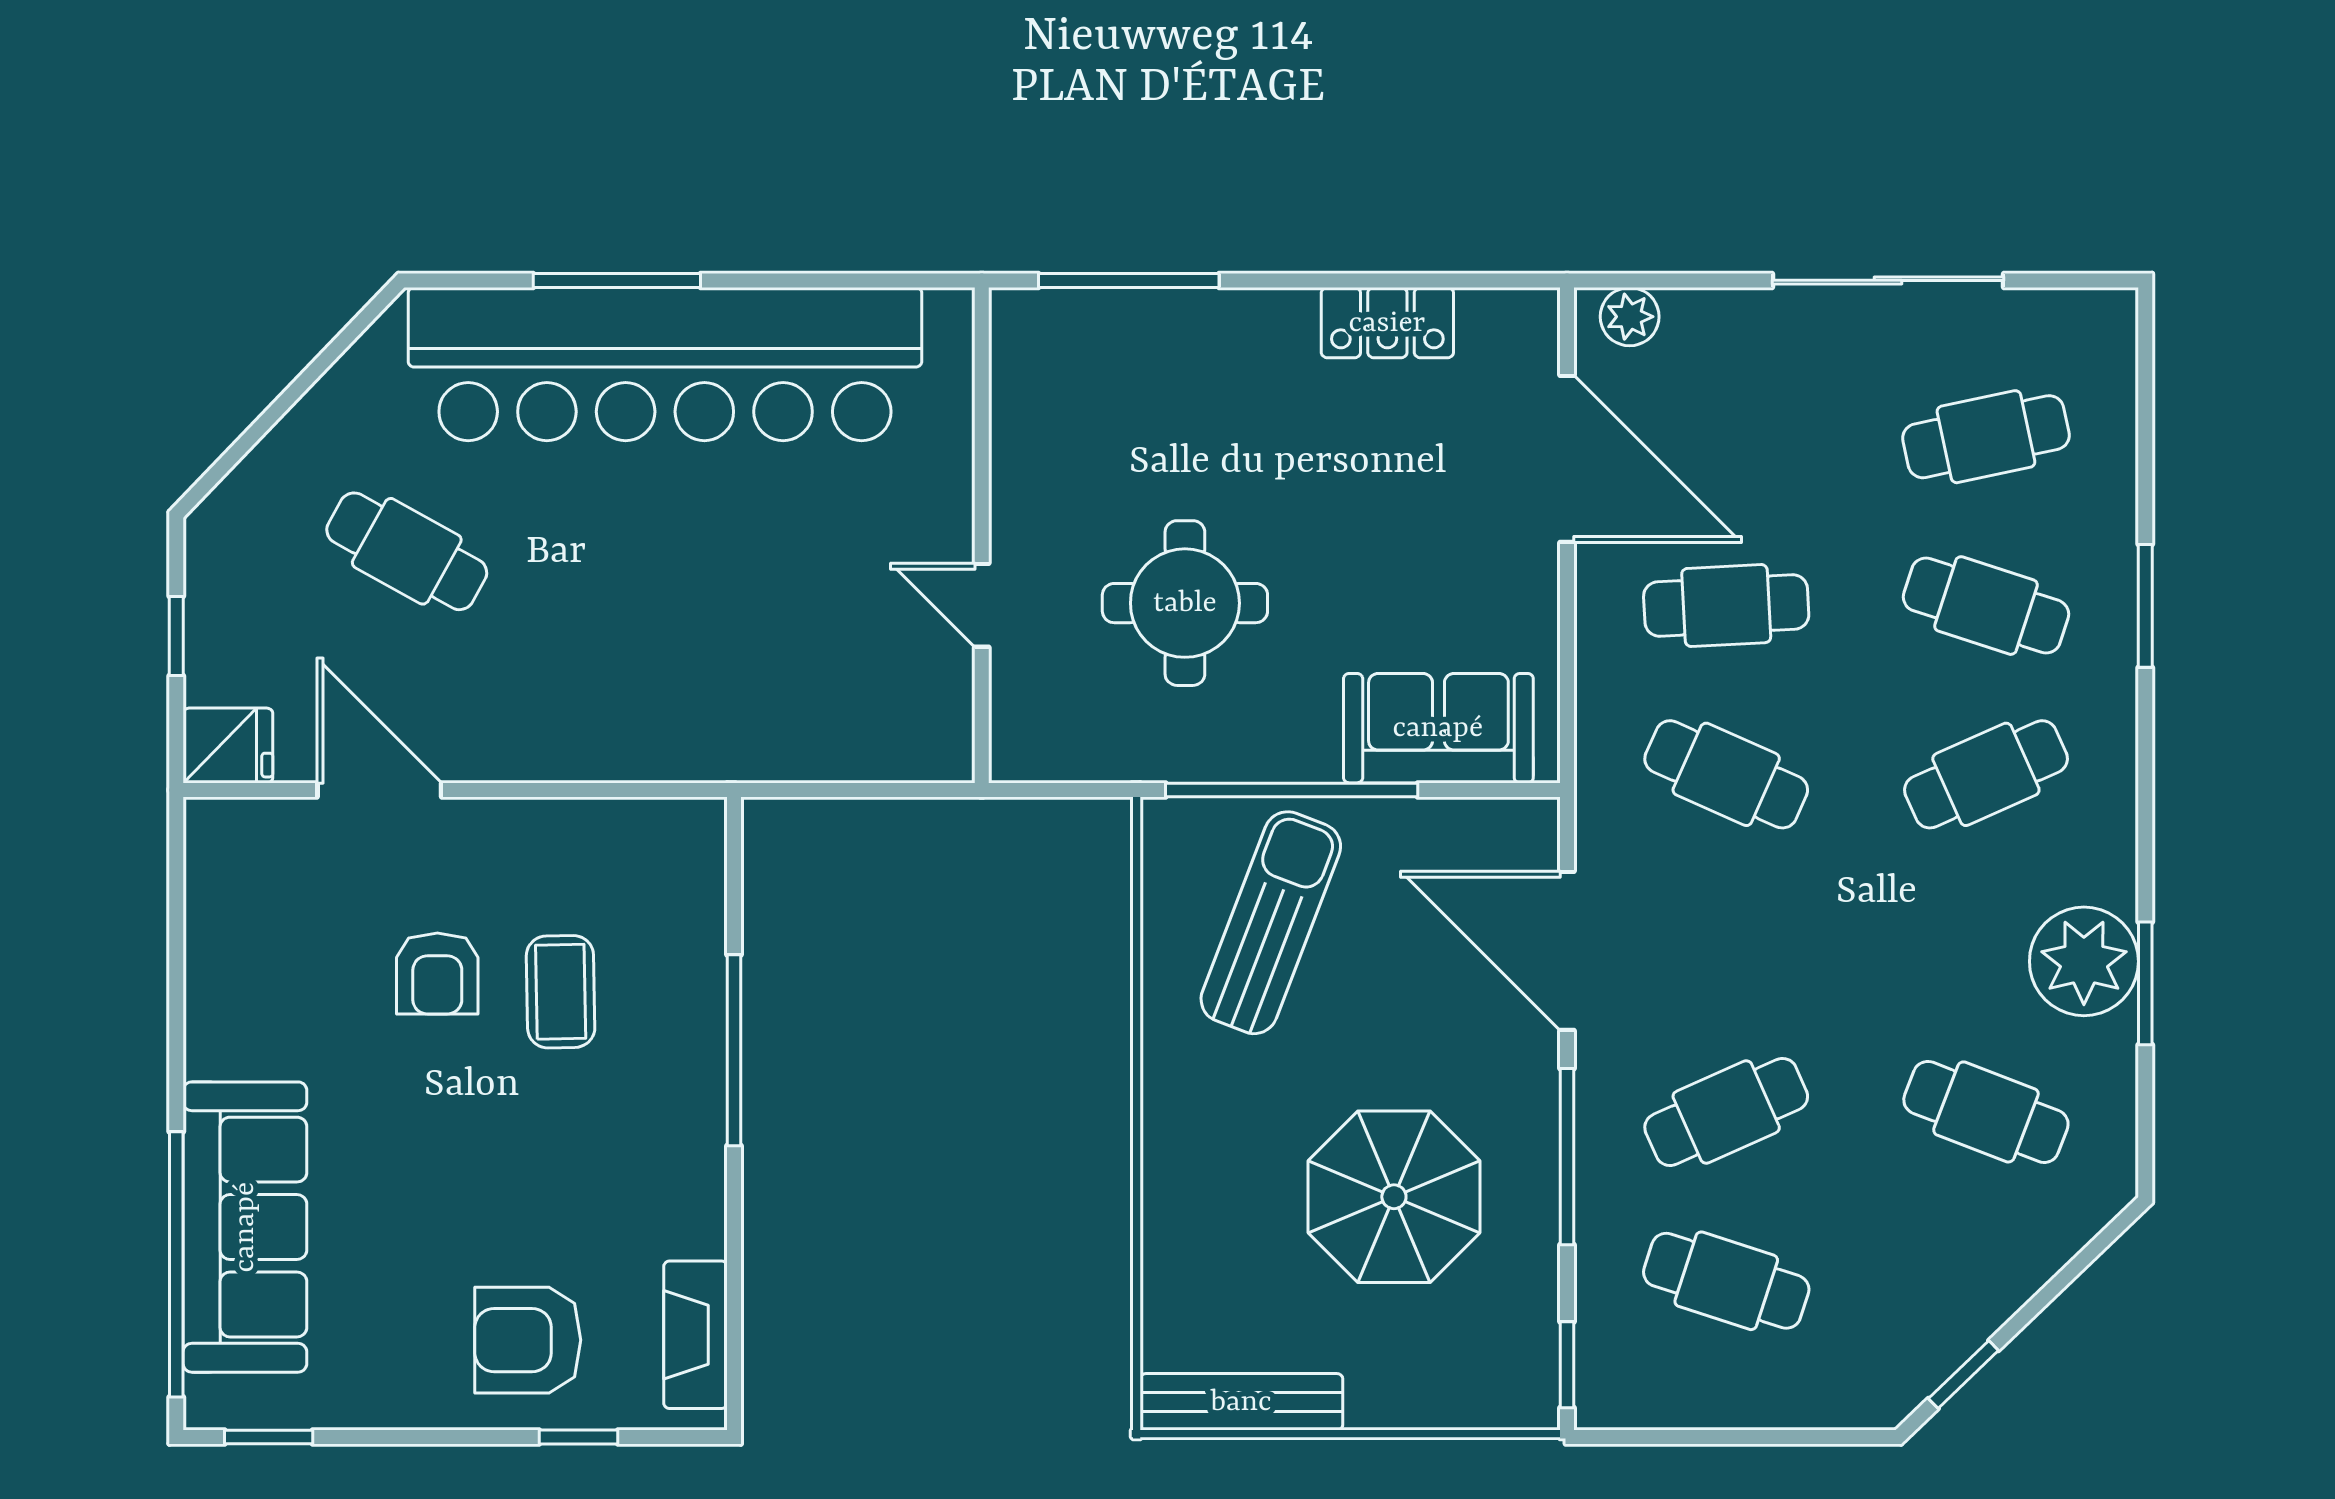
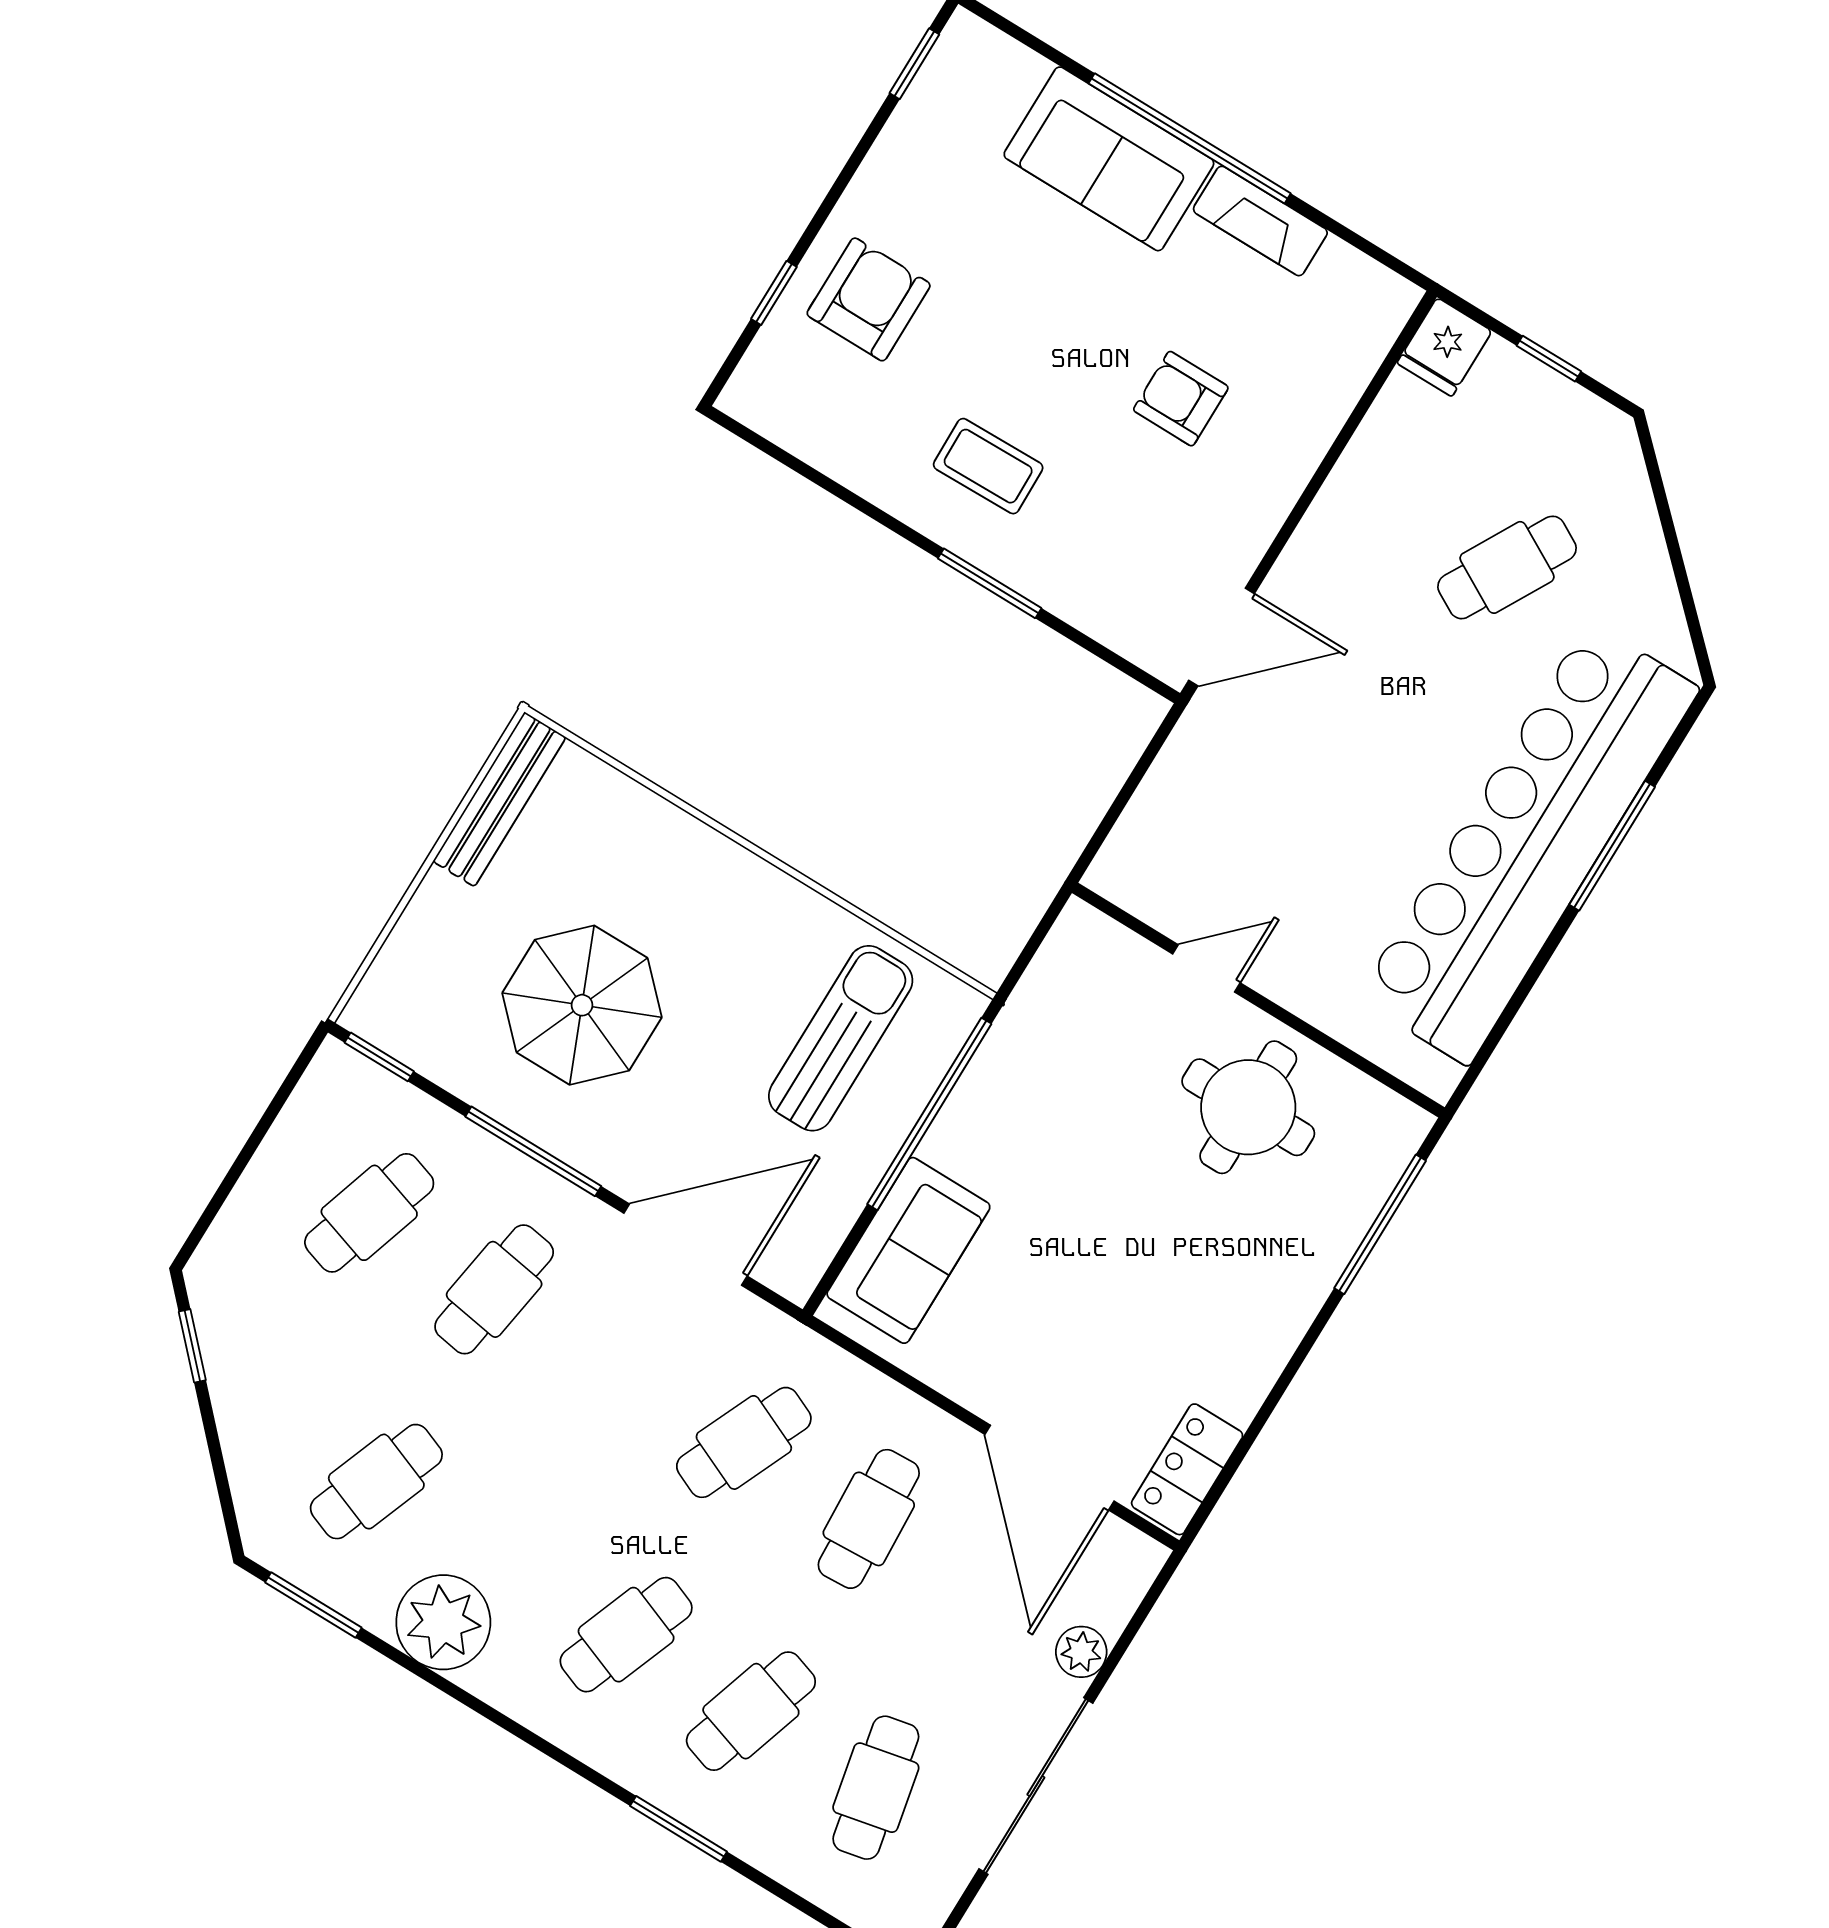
plant: (1630, 317) -> (1081, 1652), moved
locker: (1387, 323) -> (1187, 1469), moved
door: (1567, 459) -> (1050, 1468), hinge flipped
round table: (1185, 603) -> (1248, 1107), moved
cafe table: (1986, 774) -> (626, 1635), turned 45
door: (379, 790) -> (1222, 637), moved
sun lounger: (1271, 923) -> (841, 1038), turned -111
window: (2145, 983) -> (313, 1605), moved
coffee table: (561, 992) -> (988, 466), moved
window: (734, 1050) -> (990, 583), width x0.69
cafe table: (1726, 1112) -> (494, 1289), turned 33
sofa: (245, 1227) -> (1109, 159), width x0.73
window: (176, 1264) -> (1190, 138), moved
fireplace: (695, 1335) -> (1260, 221), moved, turned 180

